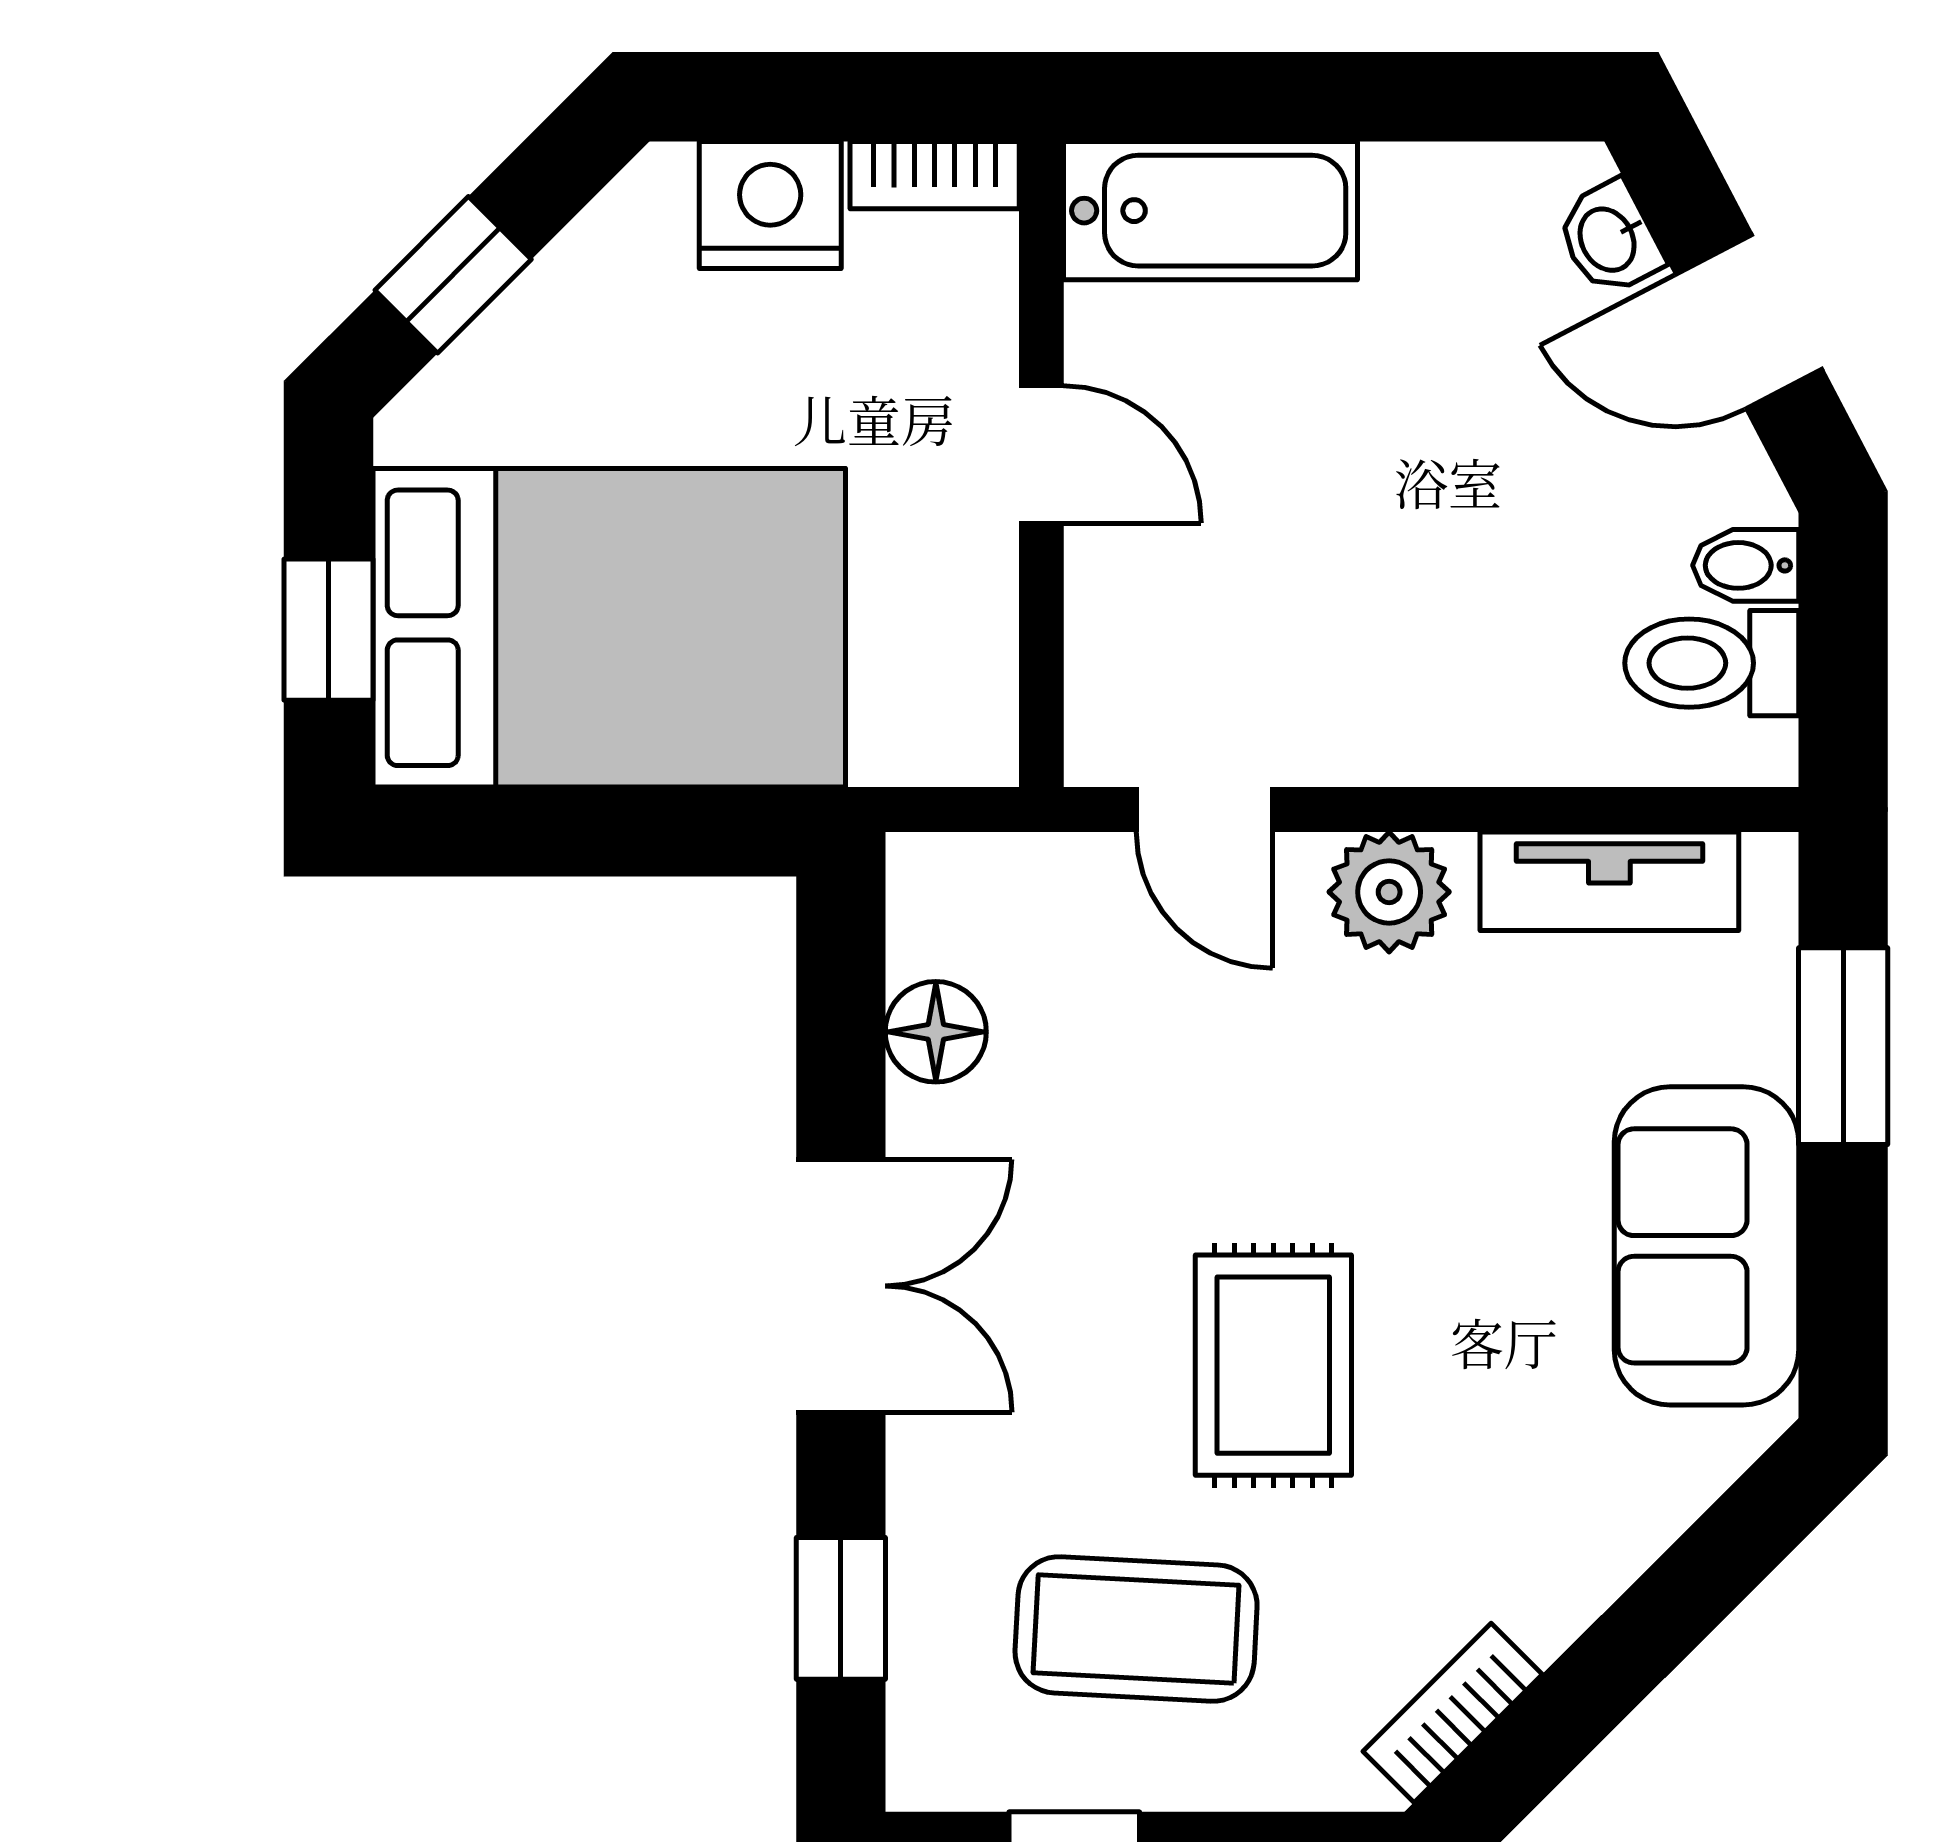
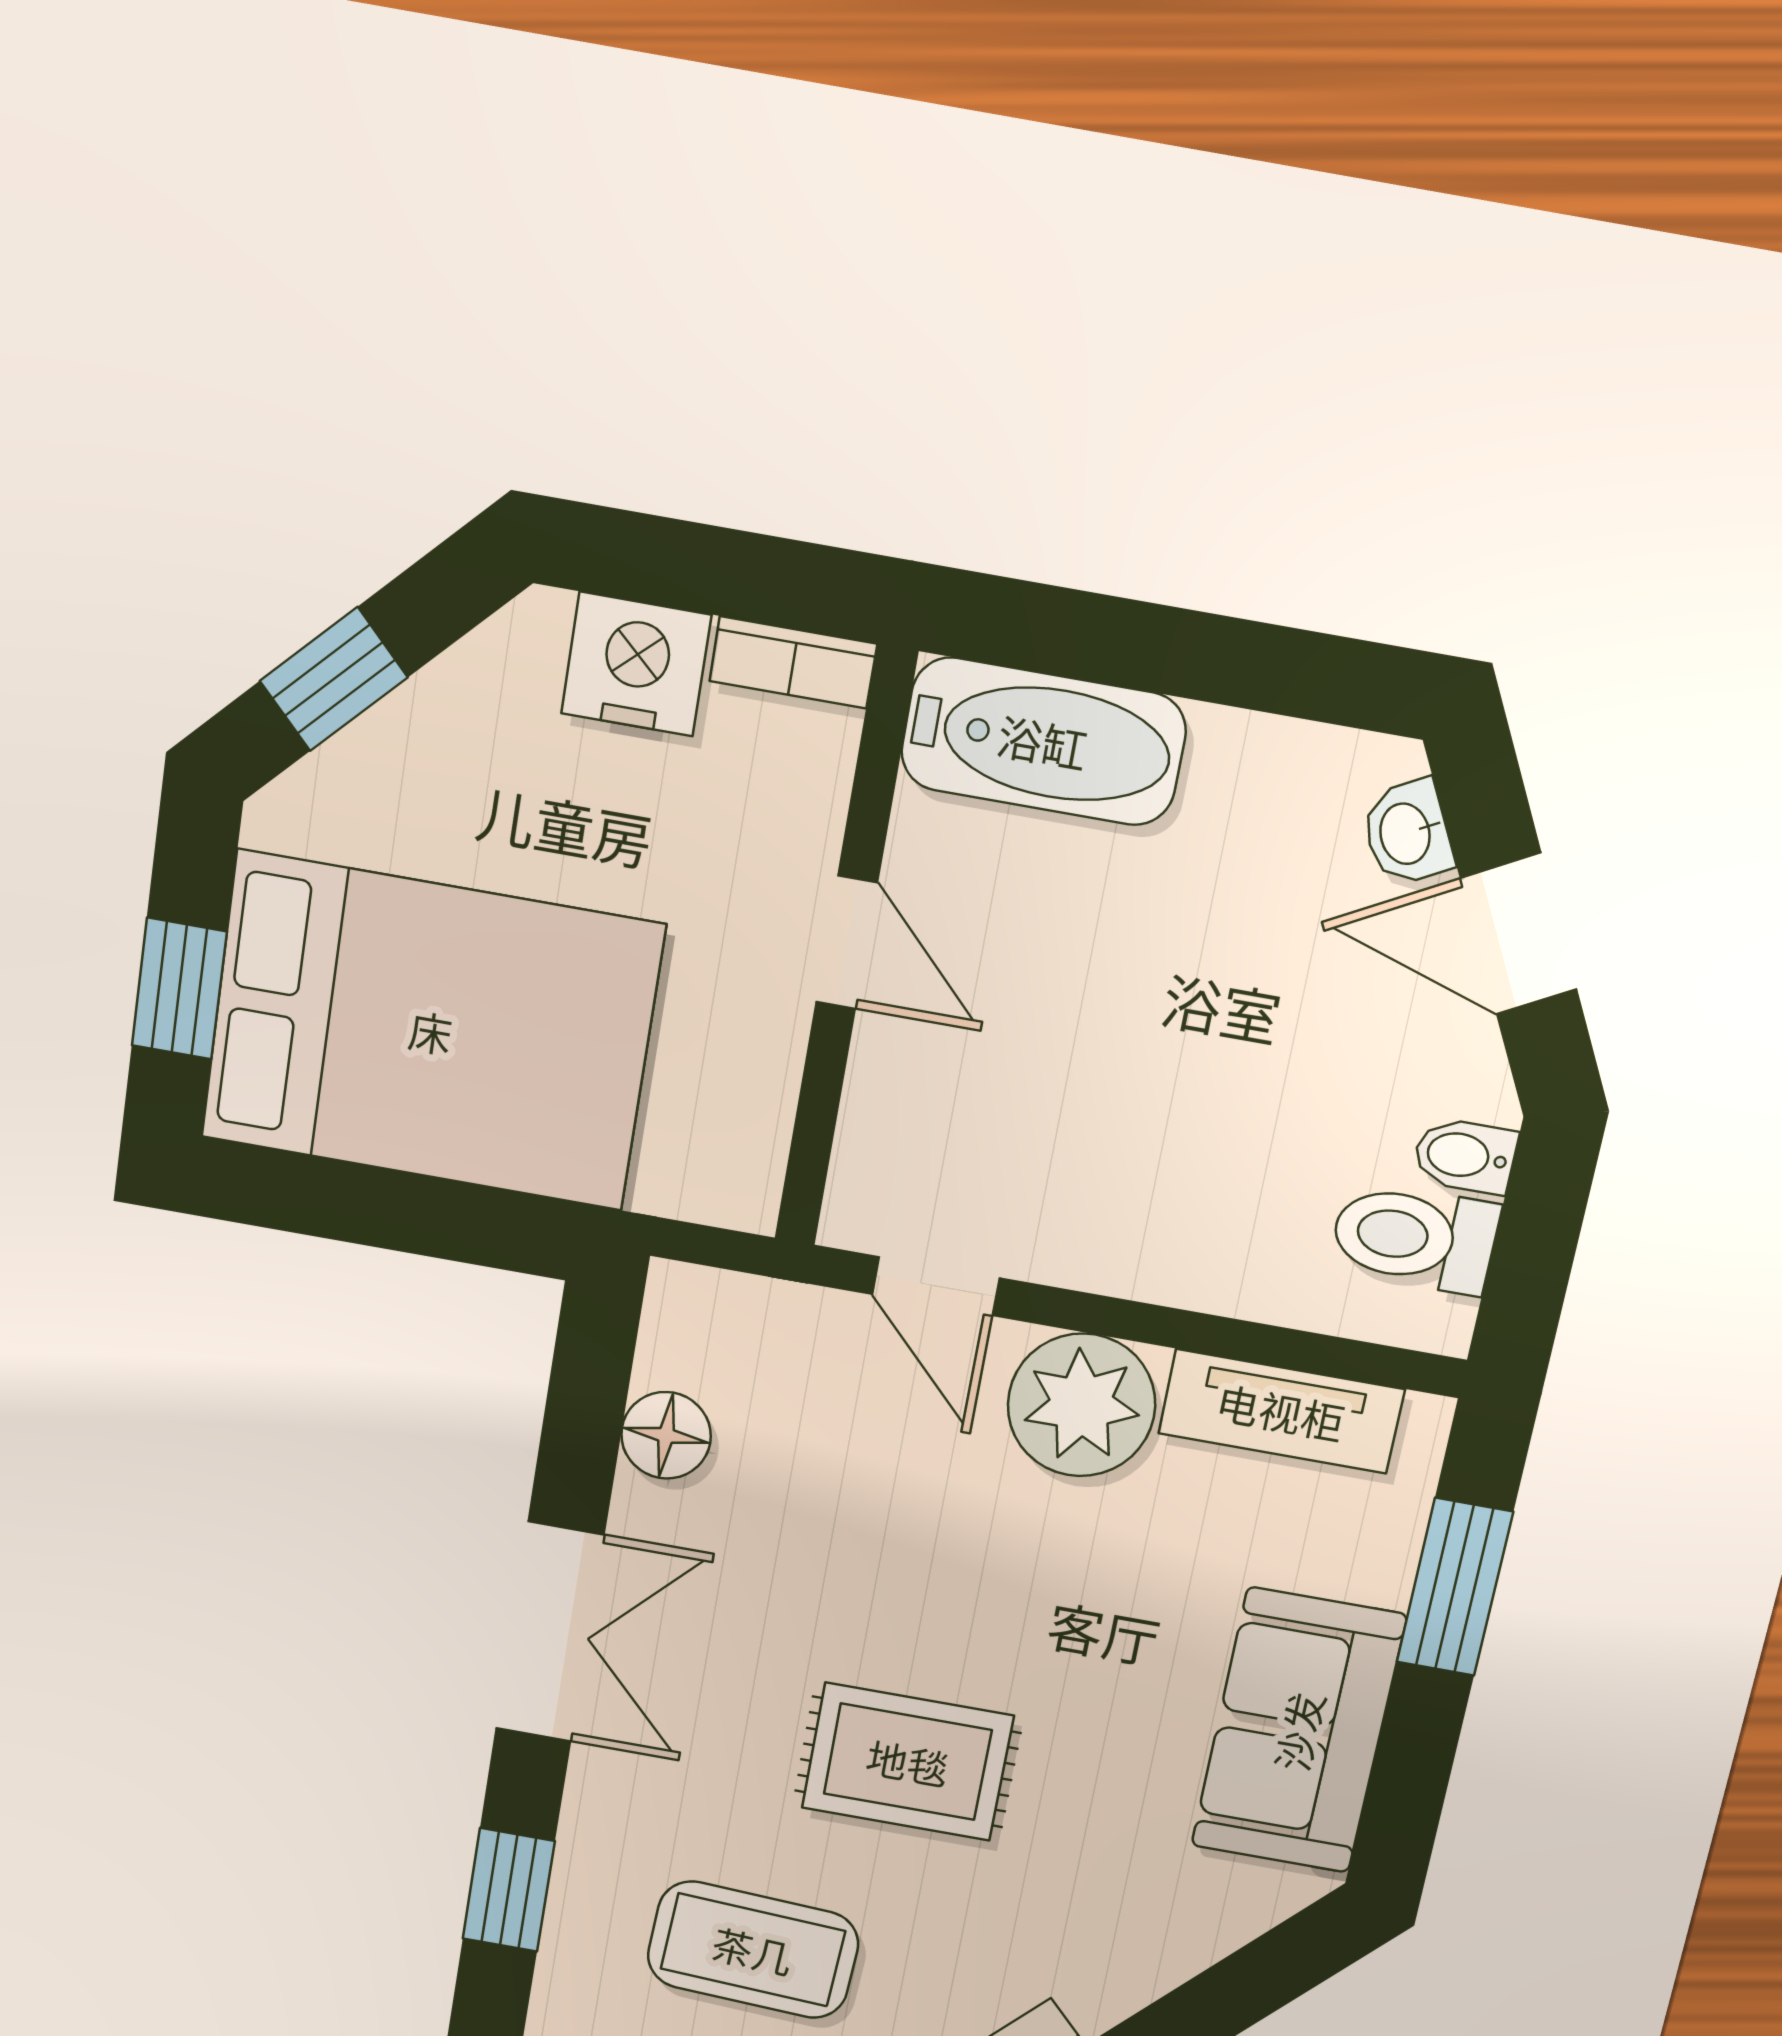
plant: (1389, 892) -> (1081, 1405), width x1.36, depth x1.36
rug: (1273, 1365) -> (908, 1762), turned 90

